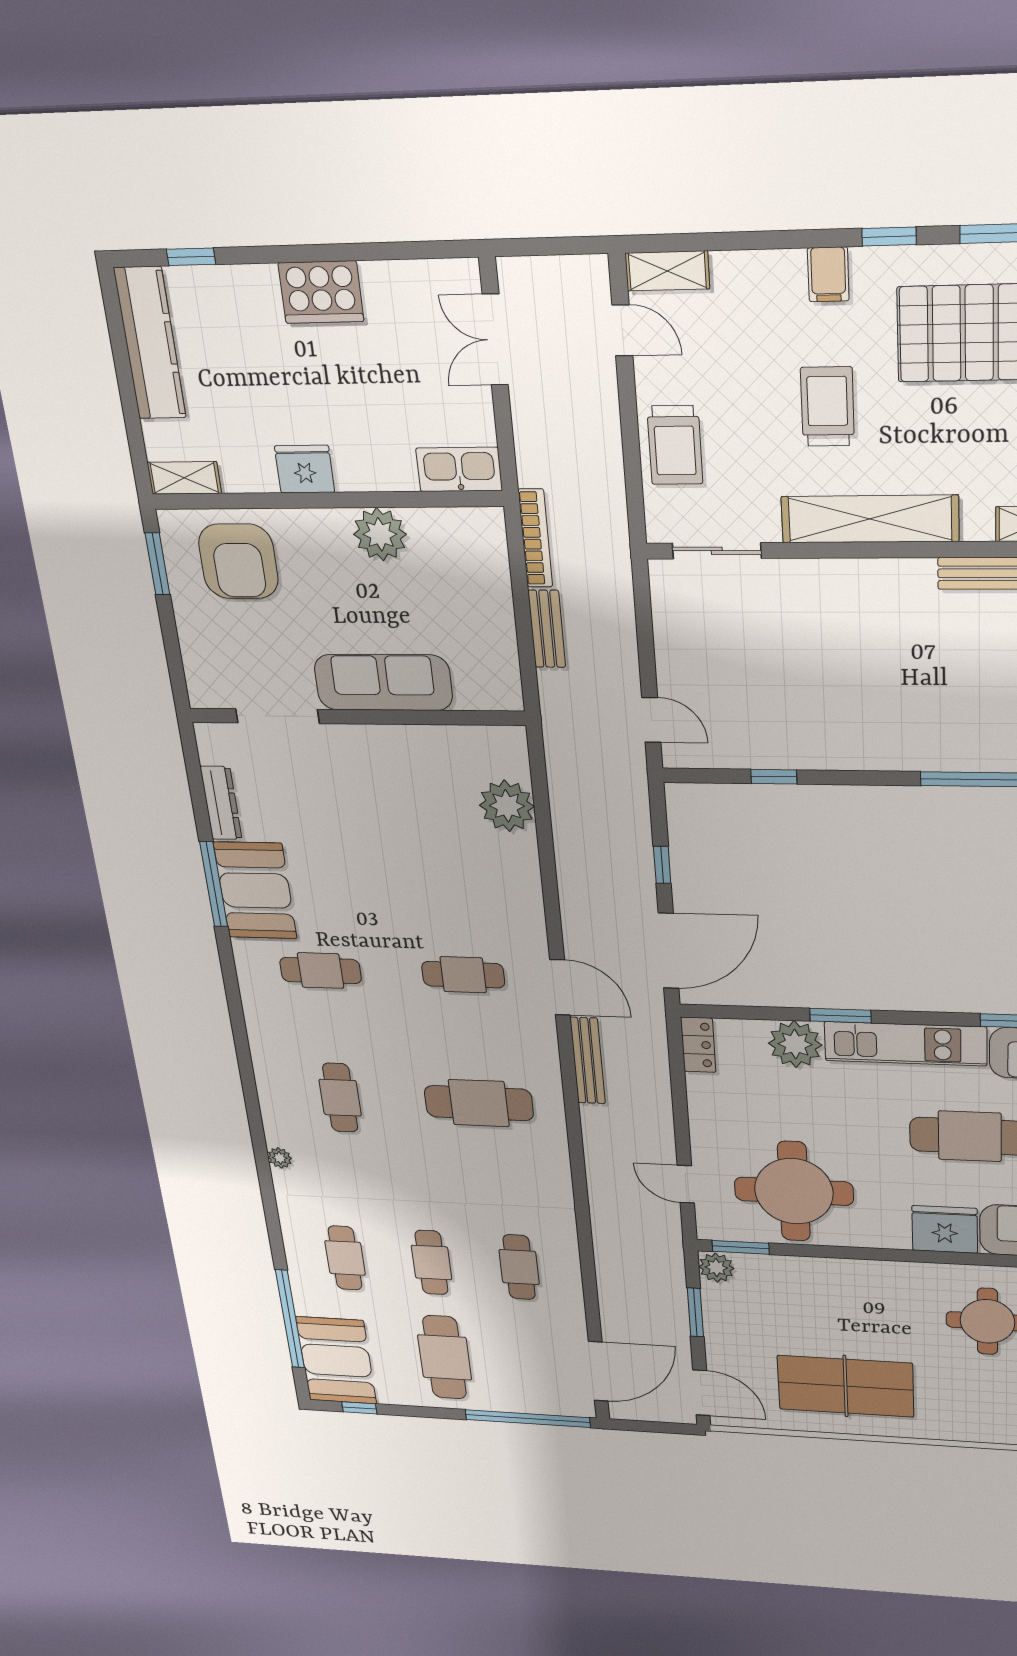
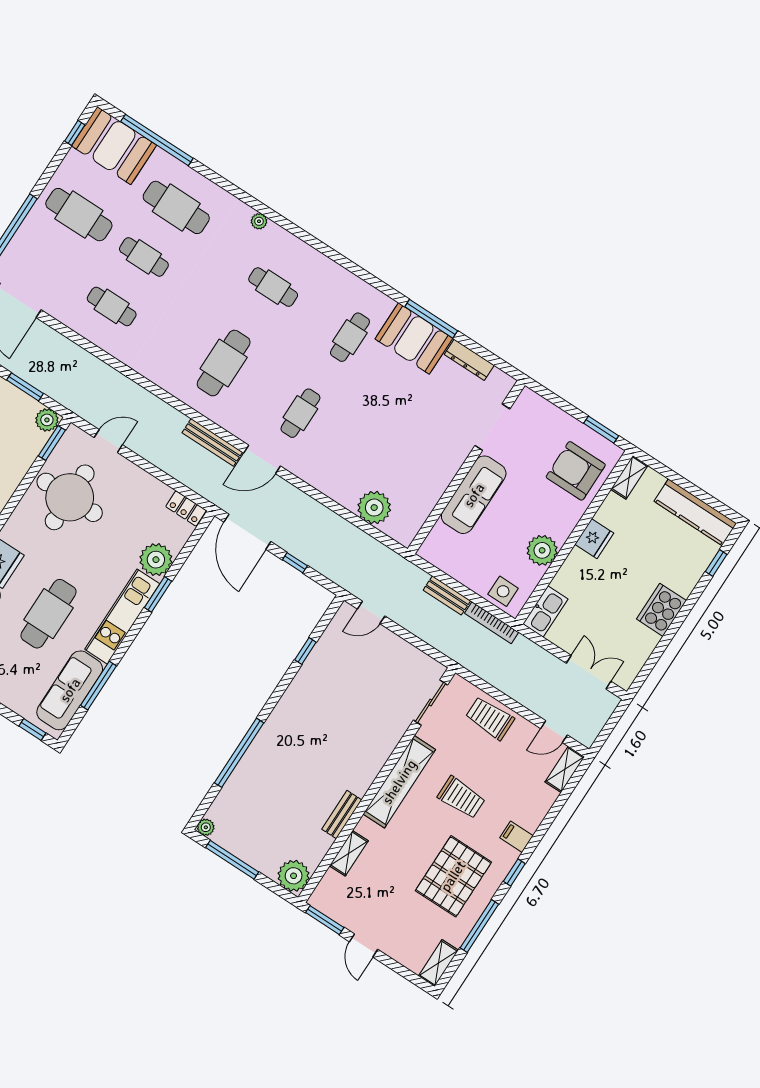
side table: (479, 552) -> (503, 591), added
cafe table: (345, 1258) -> (176, 207), width x1.37, depth x1.35

